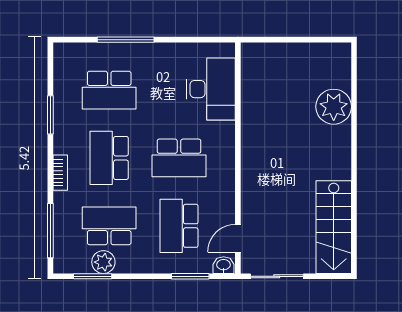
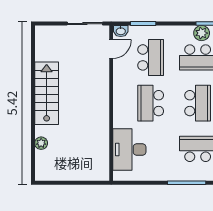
plant: (334, 107) -> (41, 143), width x0.53, depth x0.53
school desk: (179, 158) -> (151, 103), turned -90
stairs: (334, 227) -> (47, 93), moved

